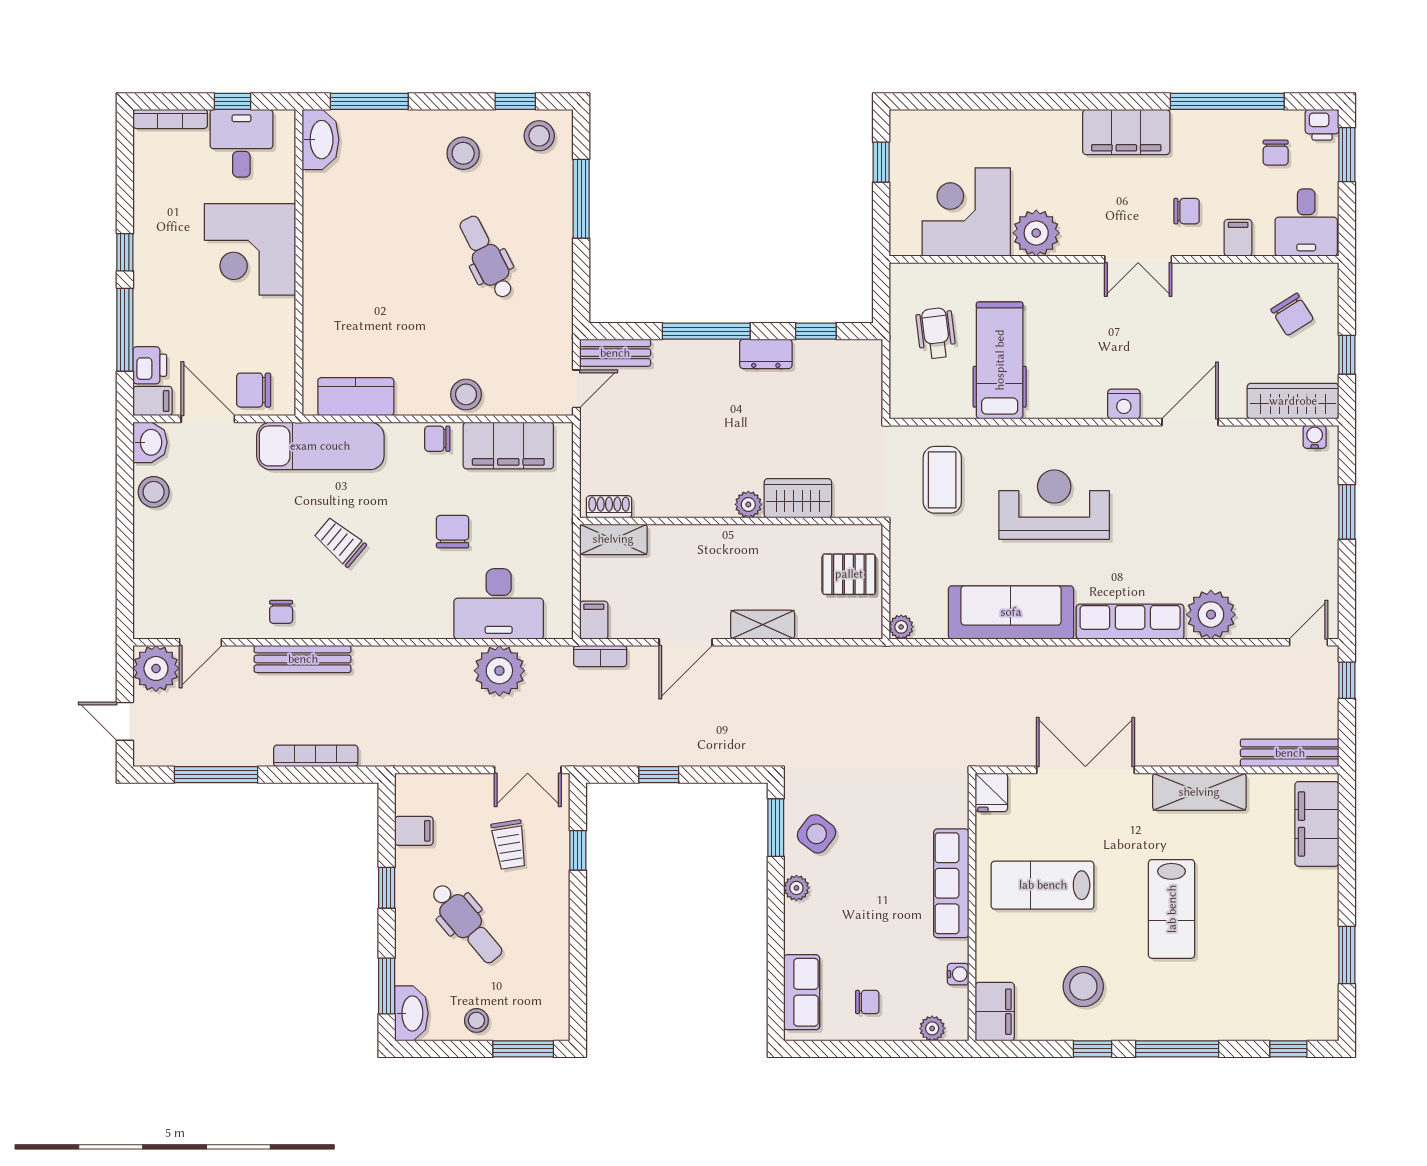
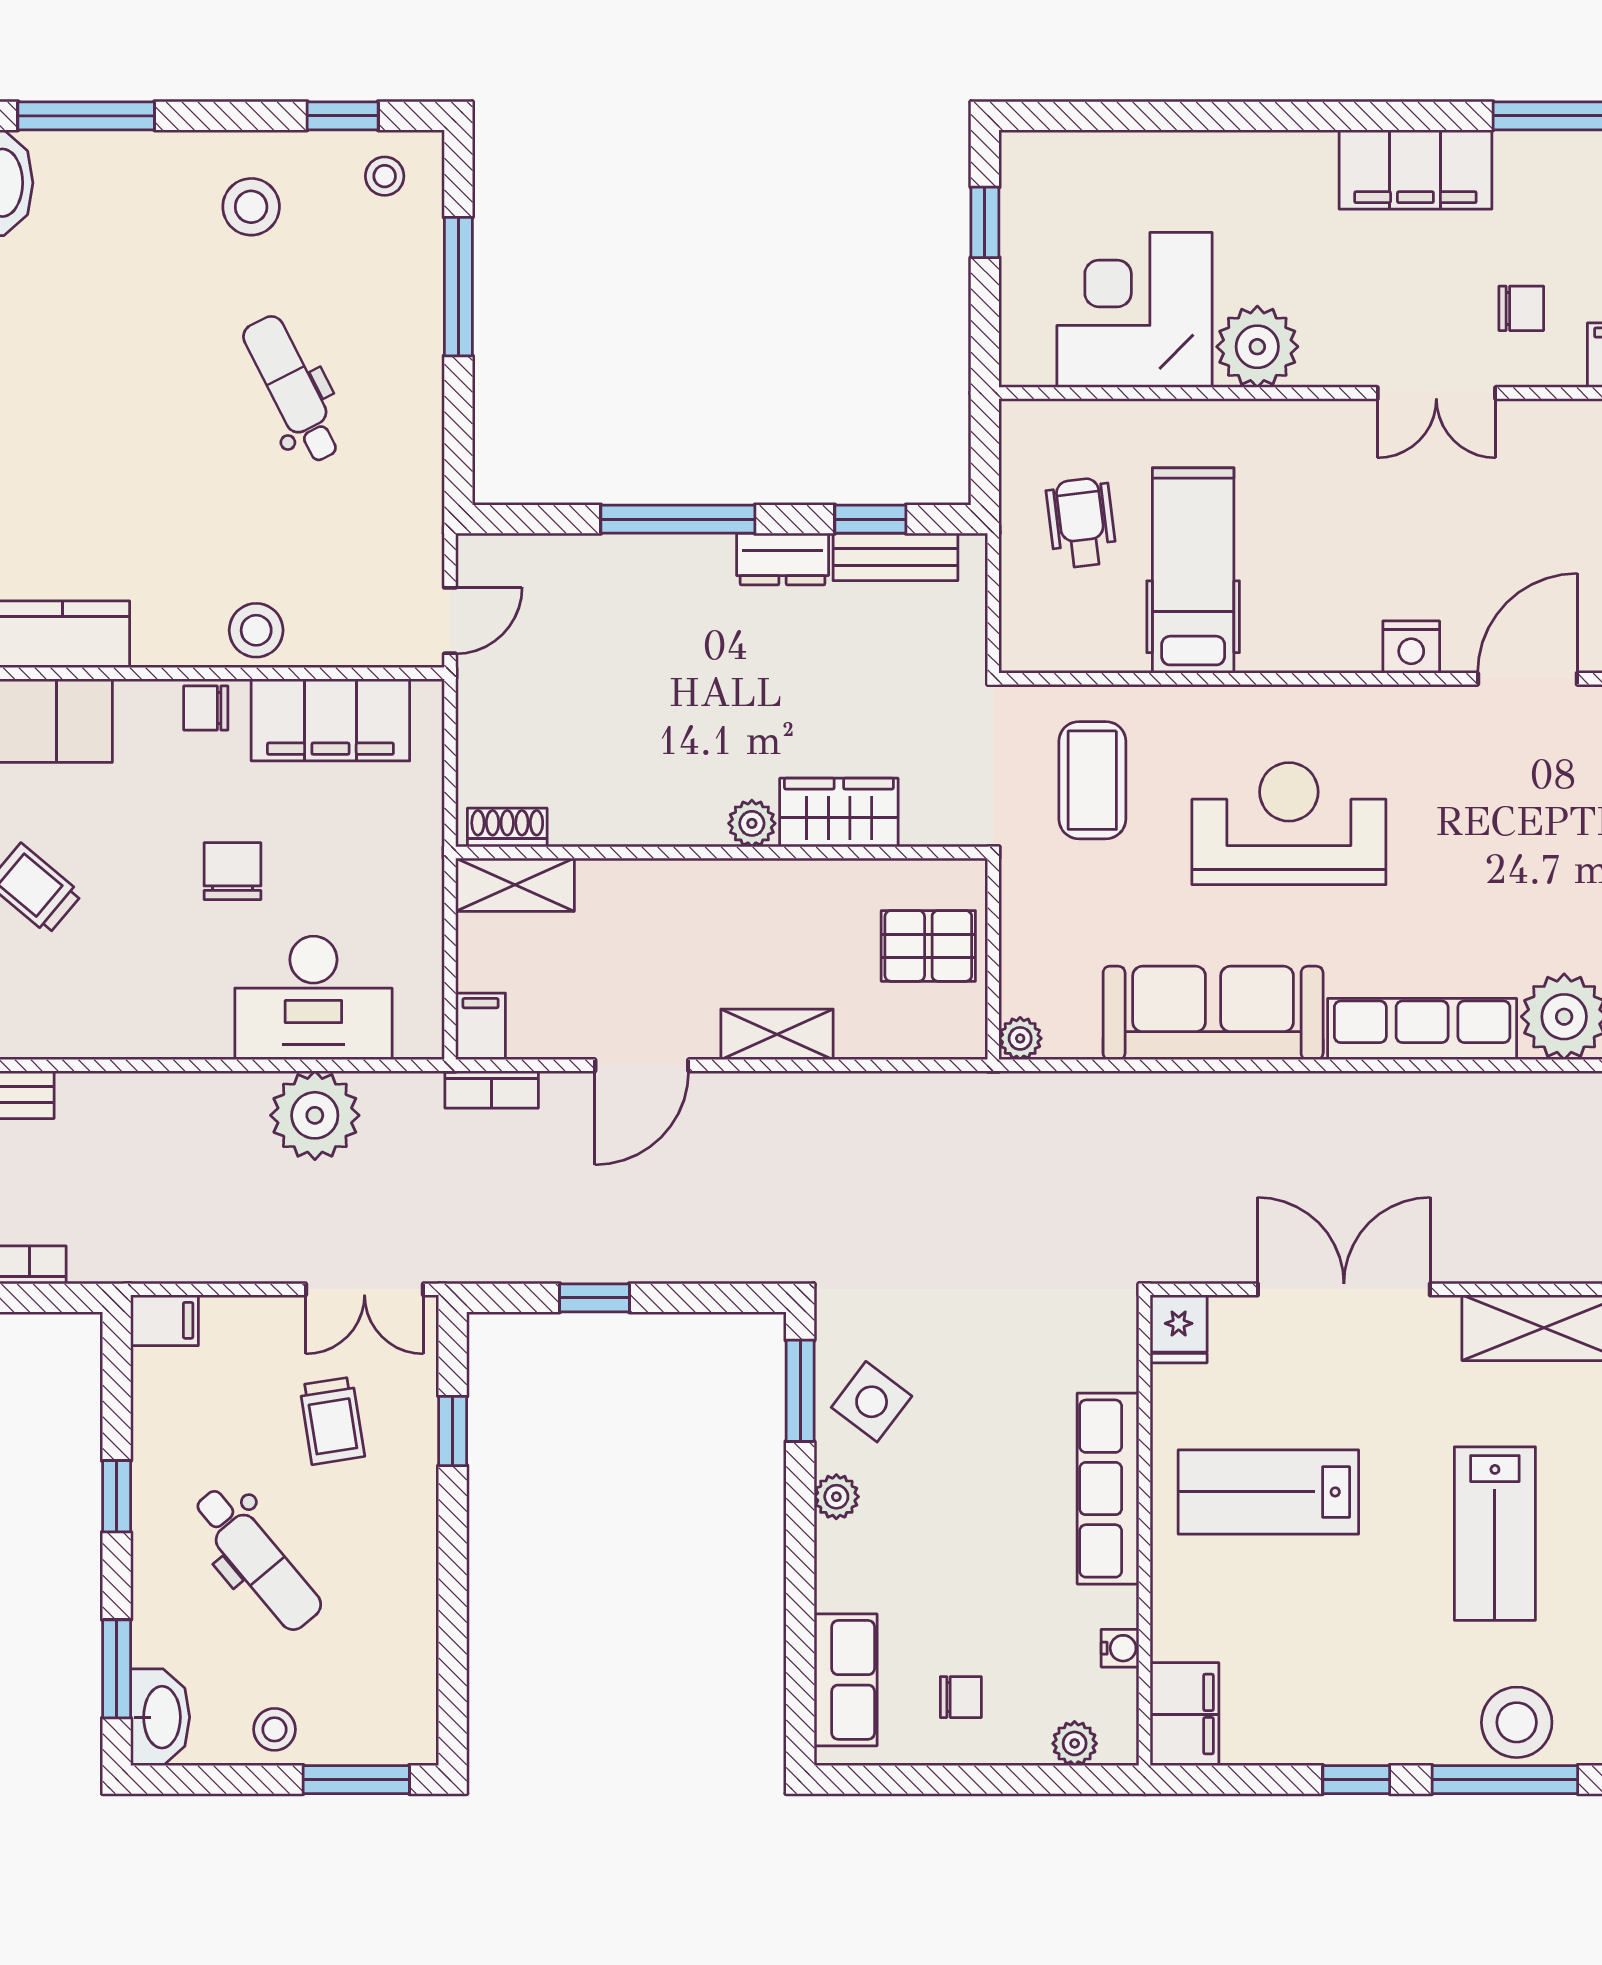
stool: (539, 136) -> (385, 176), width x0.73, depth x0.73
bench: (615, 353) -> (895, 557), moved
filing cabinet: (414, 831) -> (164, 1320), moved
stool: (1083, 986) -> (1517, 1722), moved

